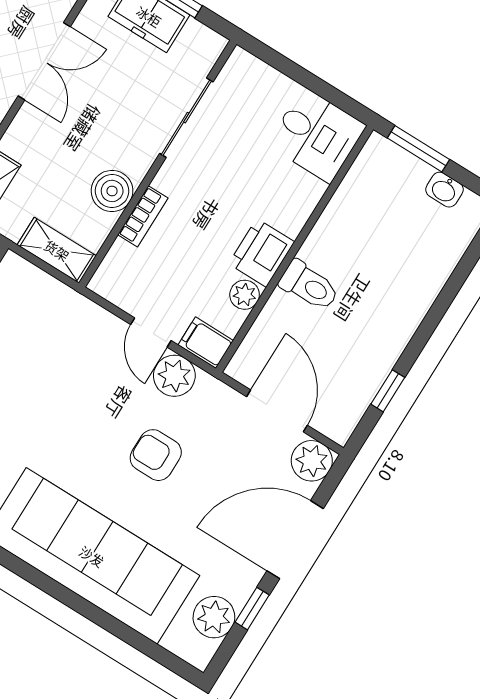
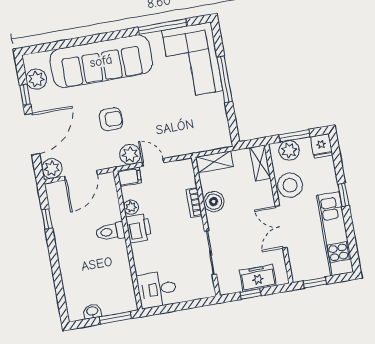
door: (277, 411) -> (81, 175), hinge flipped

